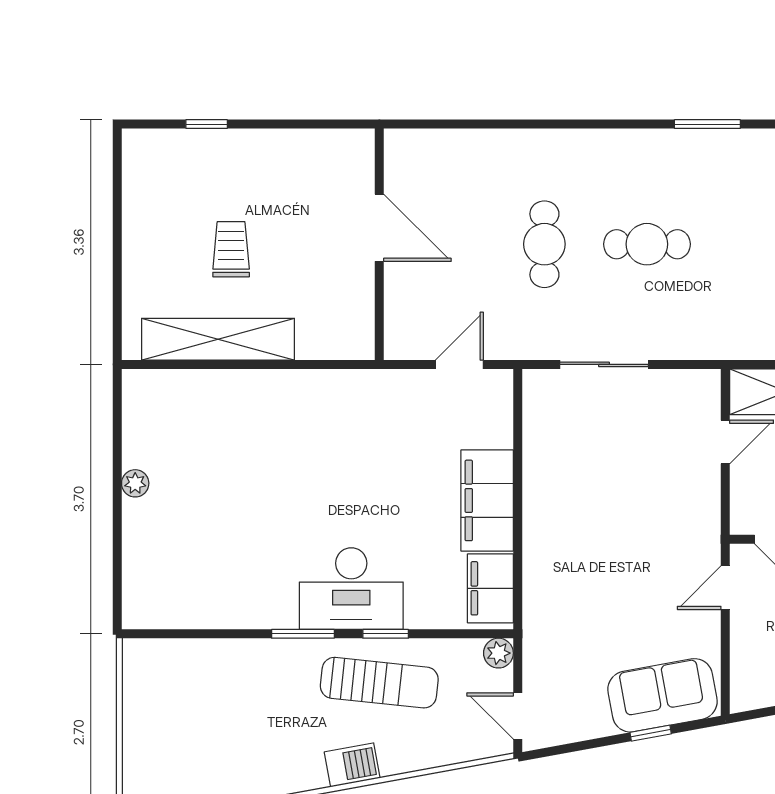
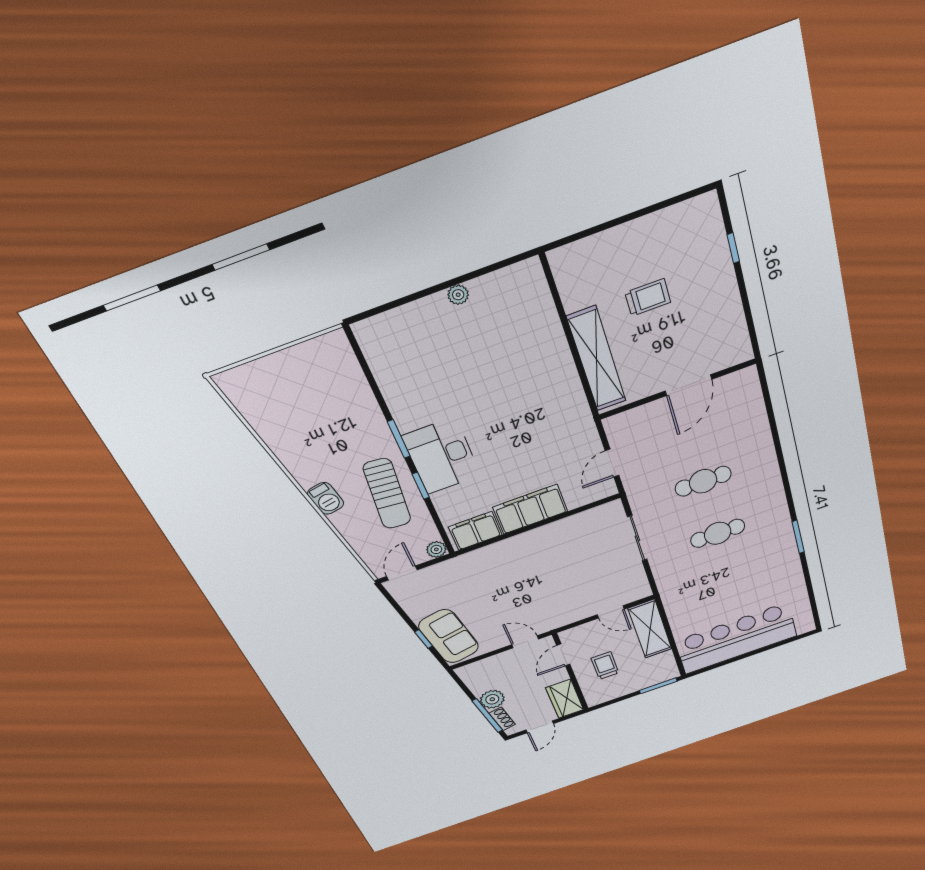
cafe table: (647, 244) -> (718, 533), turned 90
shelving: (218, 339) -> (597, 359), moved
door: (459, 364) -> (612, 463), swing flipped

